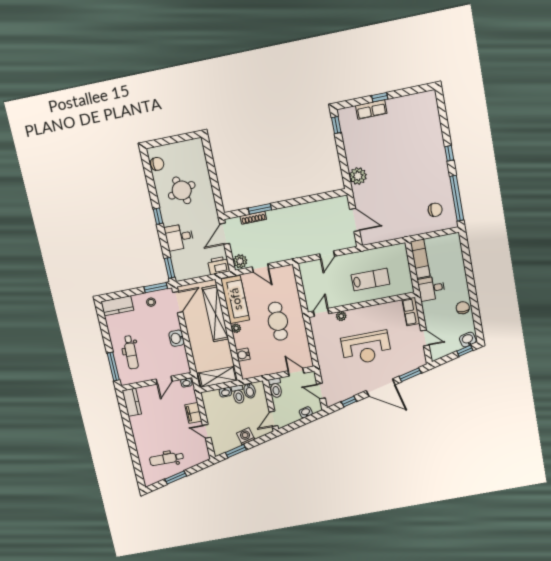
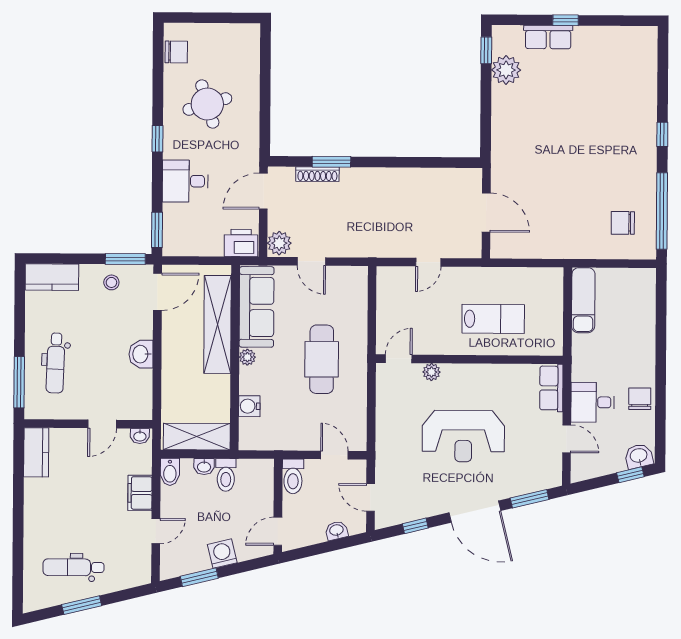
plant: (358, 176) -> (506, 70), moved
chair: (435, 210) -> (623, 223), turned 180
desk: (431, 288) -> (593, 402), moved
bidet: (250, 391) -> (170, 472), moved
door: (207, 431) -> (156, 531), swing flipped

